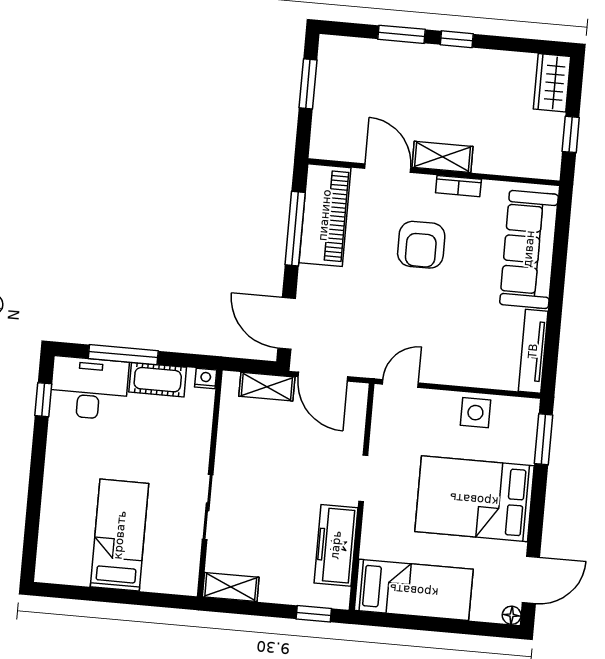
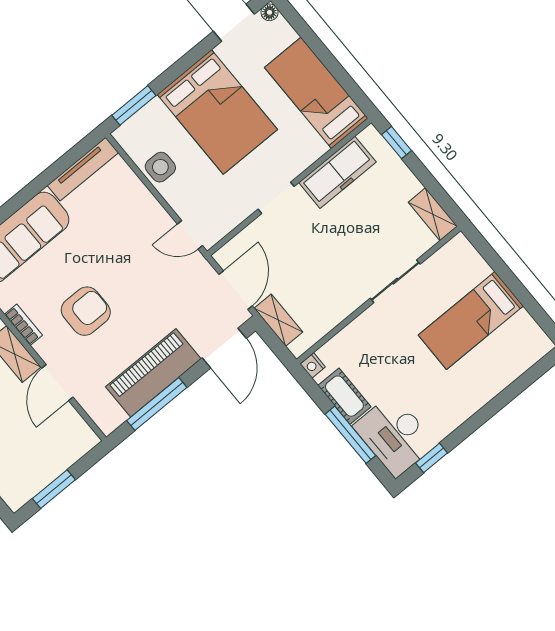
piano: (325, 215) -> (153, 373), moved

